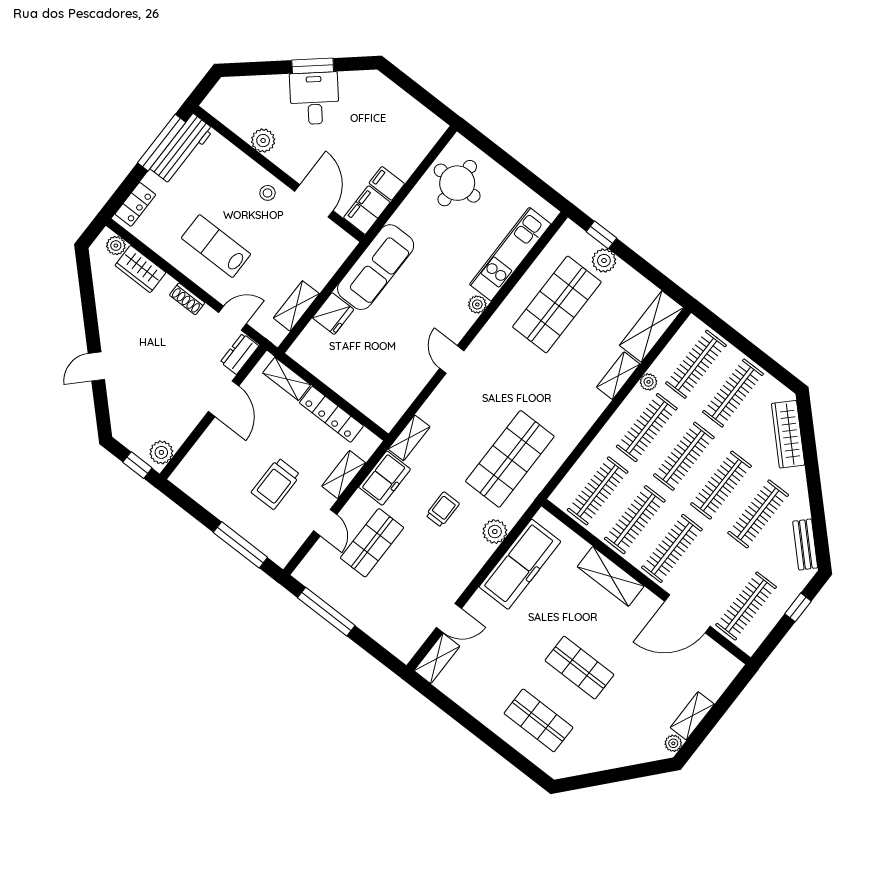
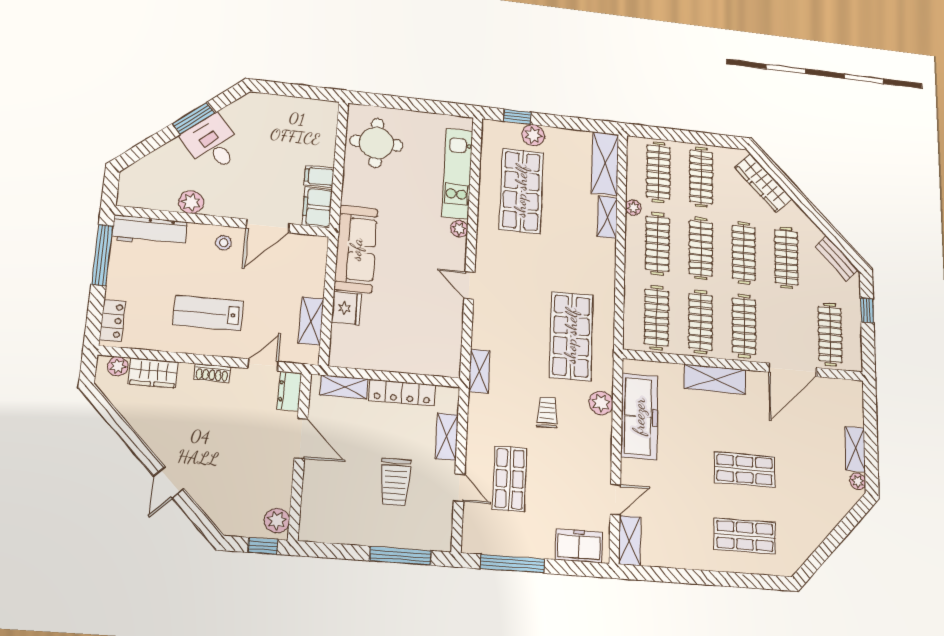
workbench: (182, 149) -> (150, 231), moved, turned 90
door: (314, 201) -> (268, 226), swing flipped
freezer: (385, 478) -> (579, 546), moved, turned -90

